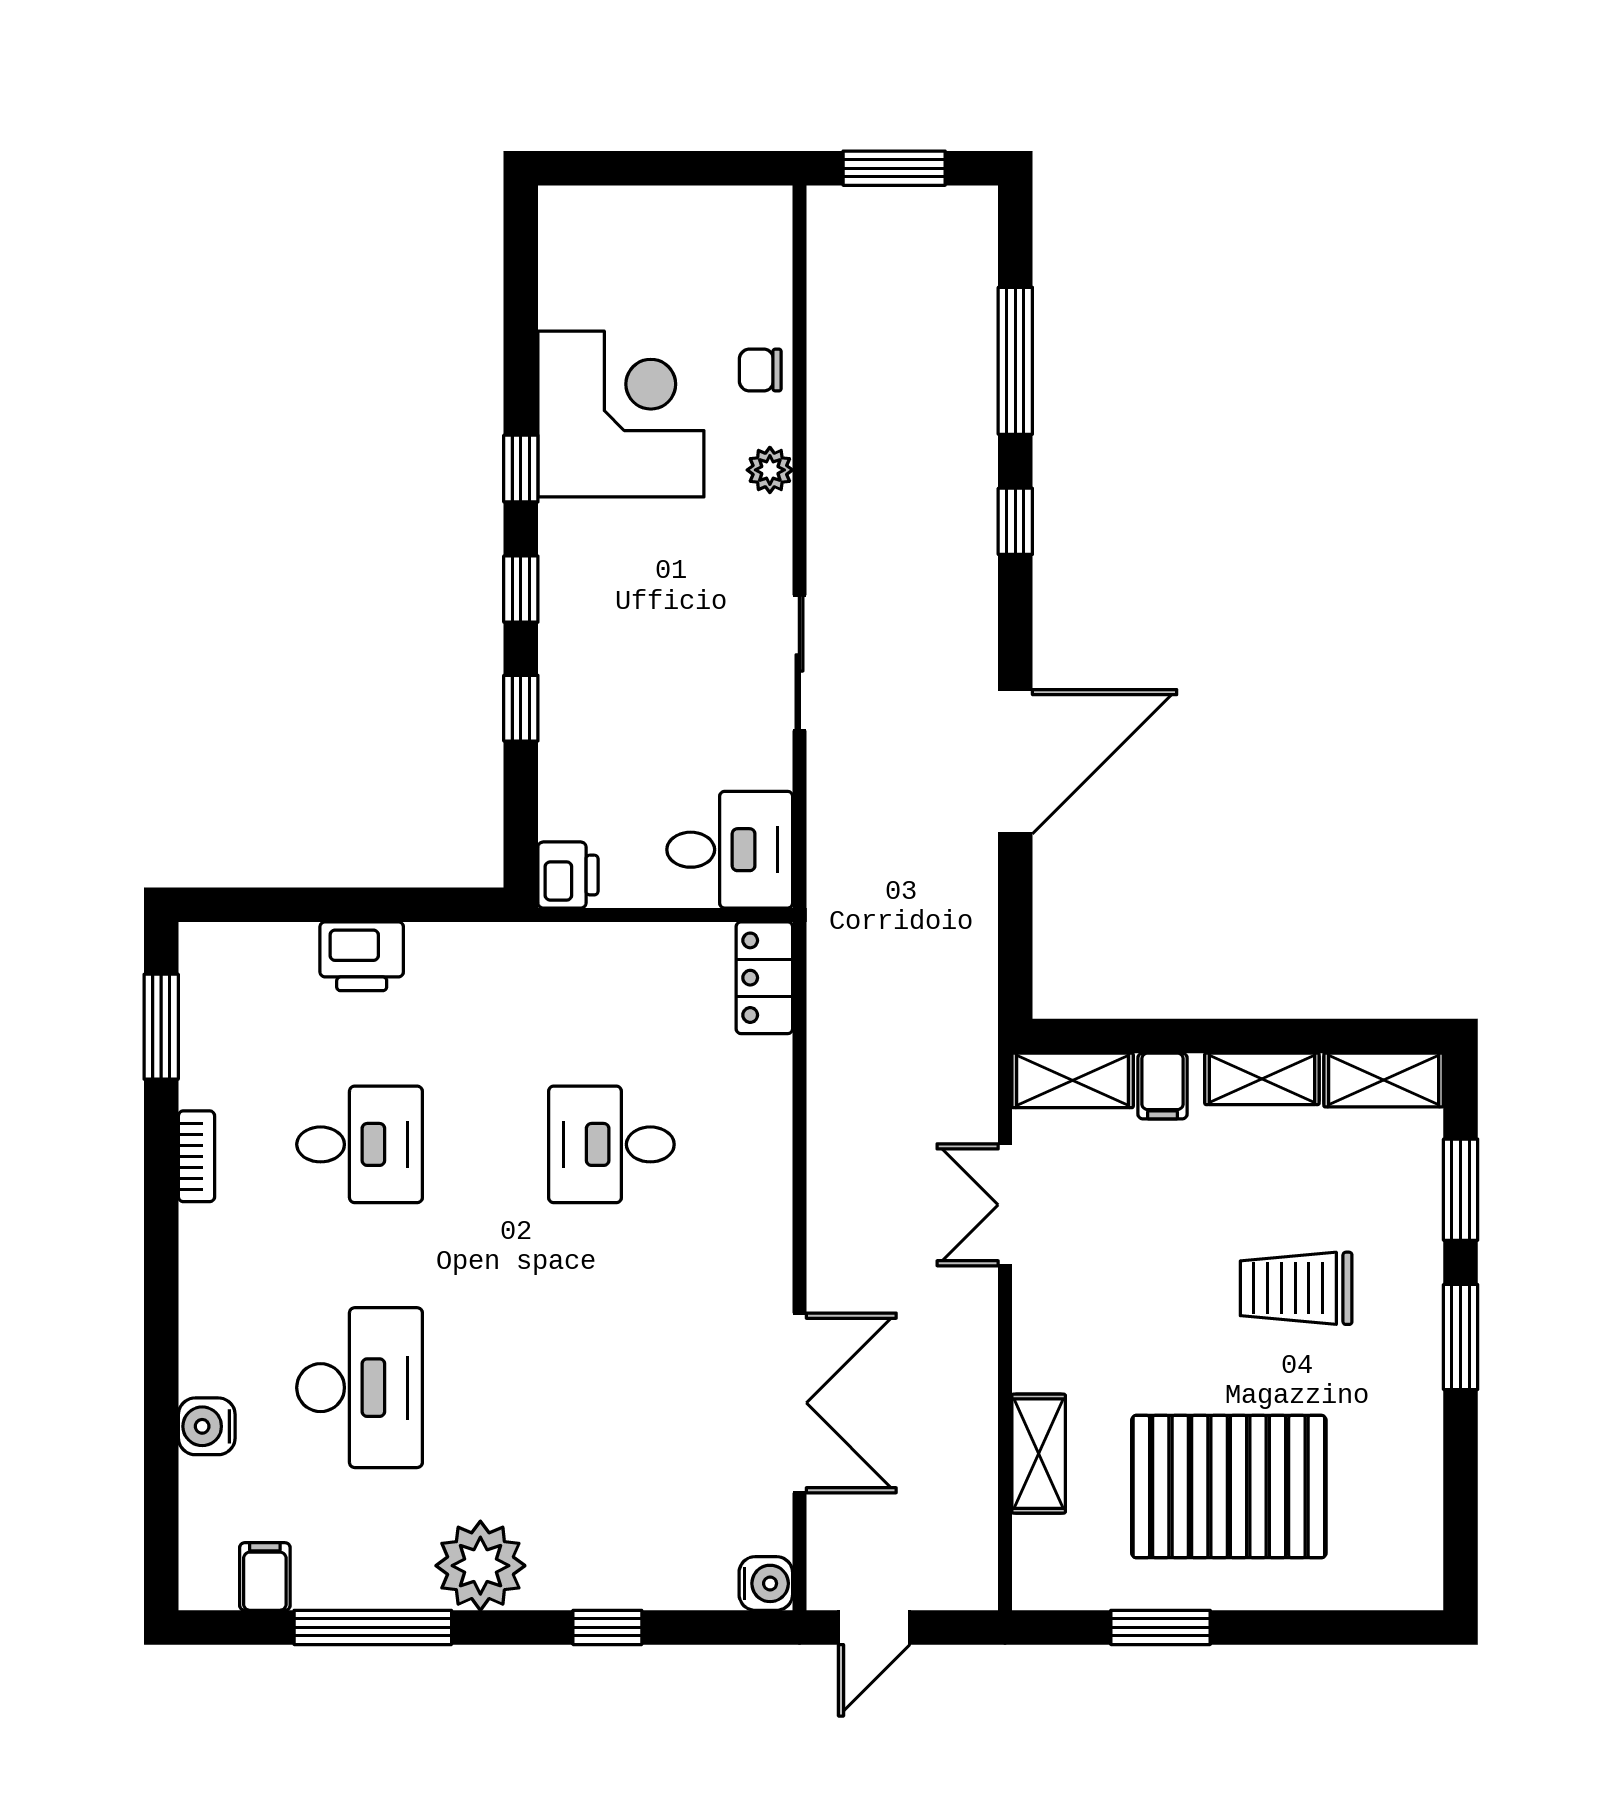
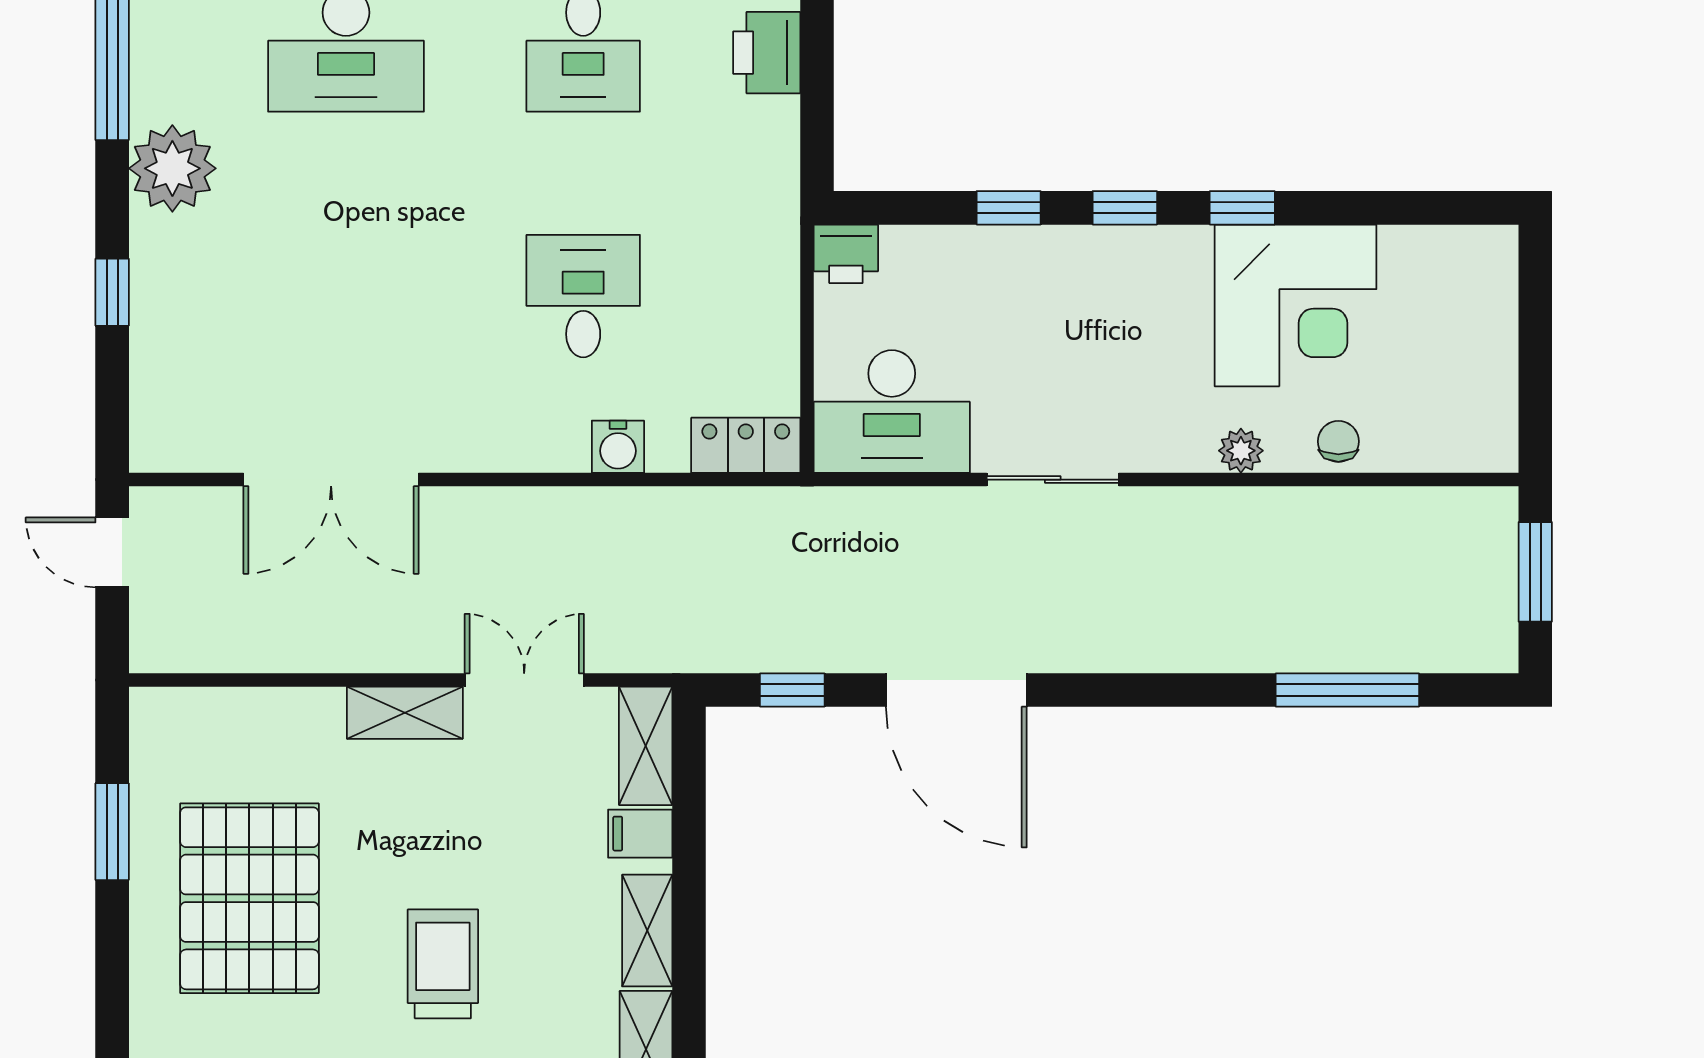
window: (1015, 521) -> (792, 690), moved
desk: (730, 850) -> (892, 411), width x1.37
shelving: (1039, 1454) -> (405, 713), moved
water cooler: (766, 1583) -> (618, 447), moved

